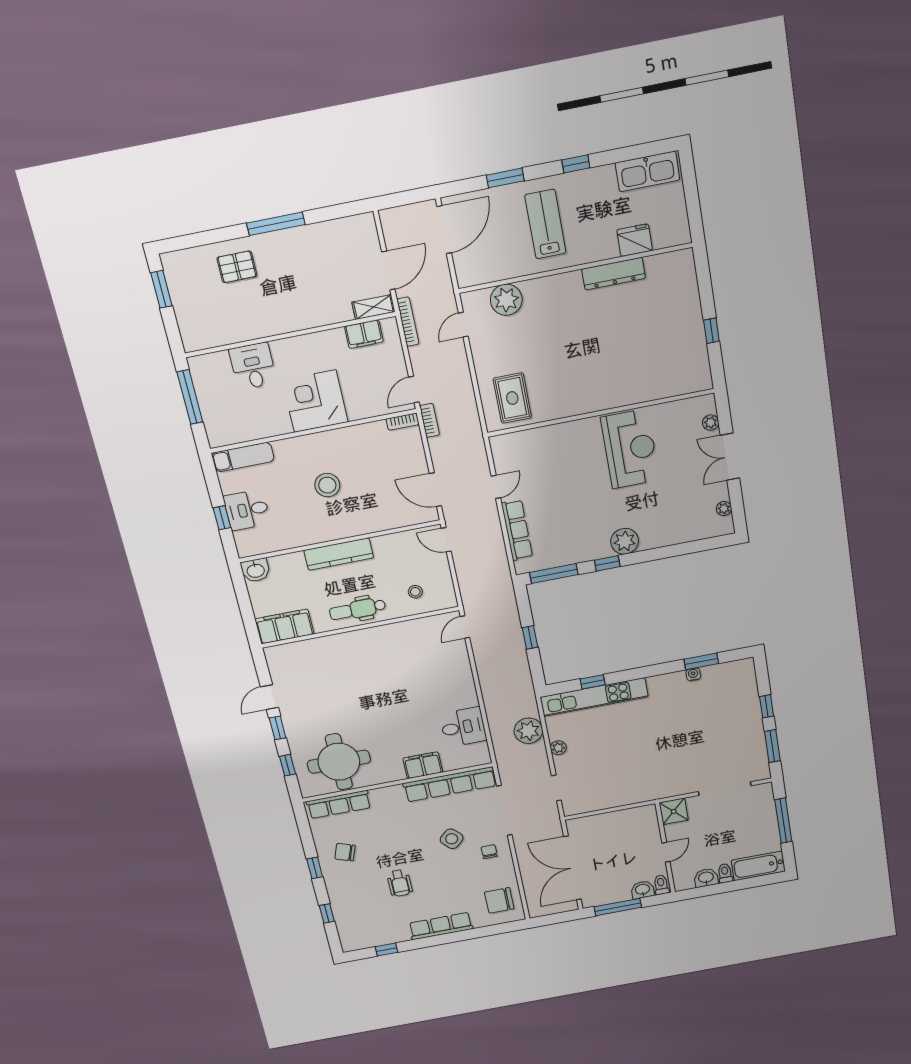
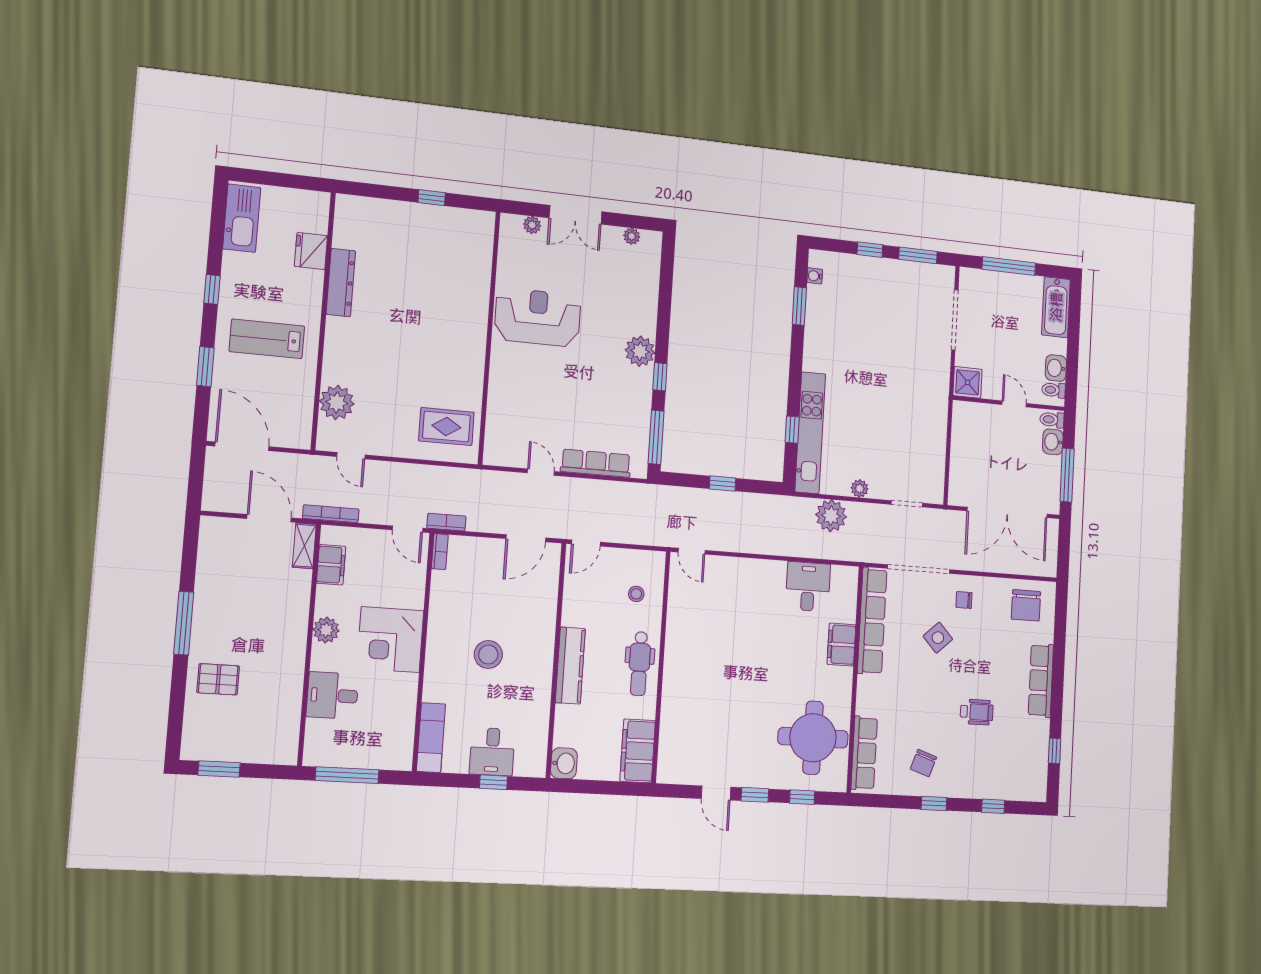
pallet: (237, 267) -> (218, 679), turned 90
plant: (307, 346) -> (326, 630), added
water cooler: (693, 674) -> (815, 276), moved
toilet: (725, 873) -> (1054, 390), moved

